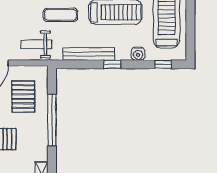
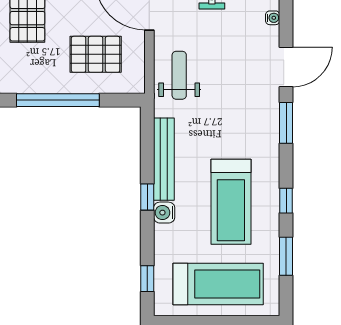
exercise mat: (61, 15) -> (227, 114), removed
water cooler: (138, 54) -> (164, 213), moved

